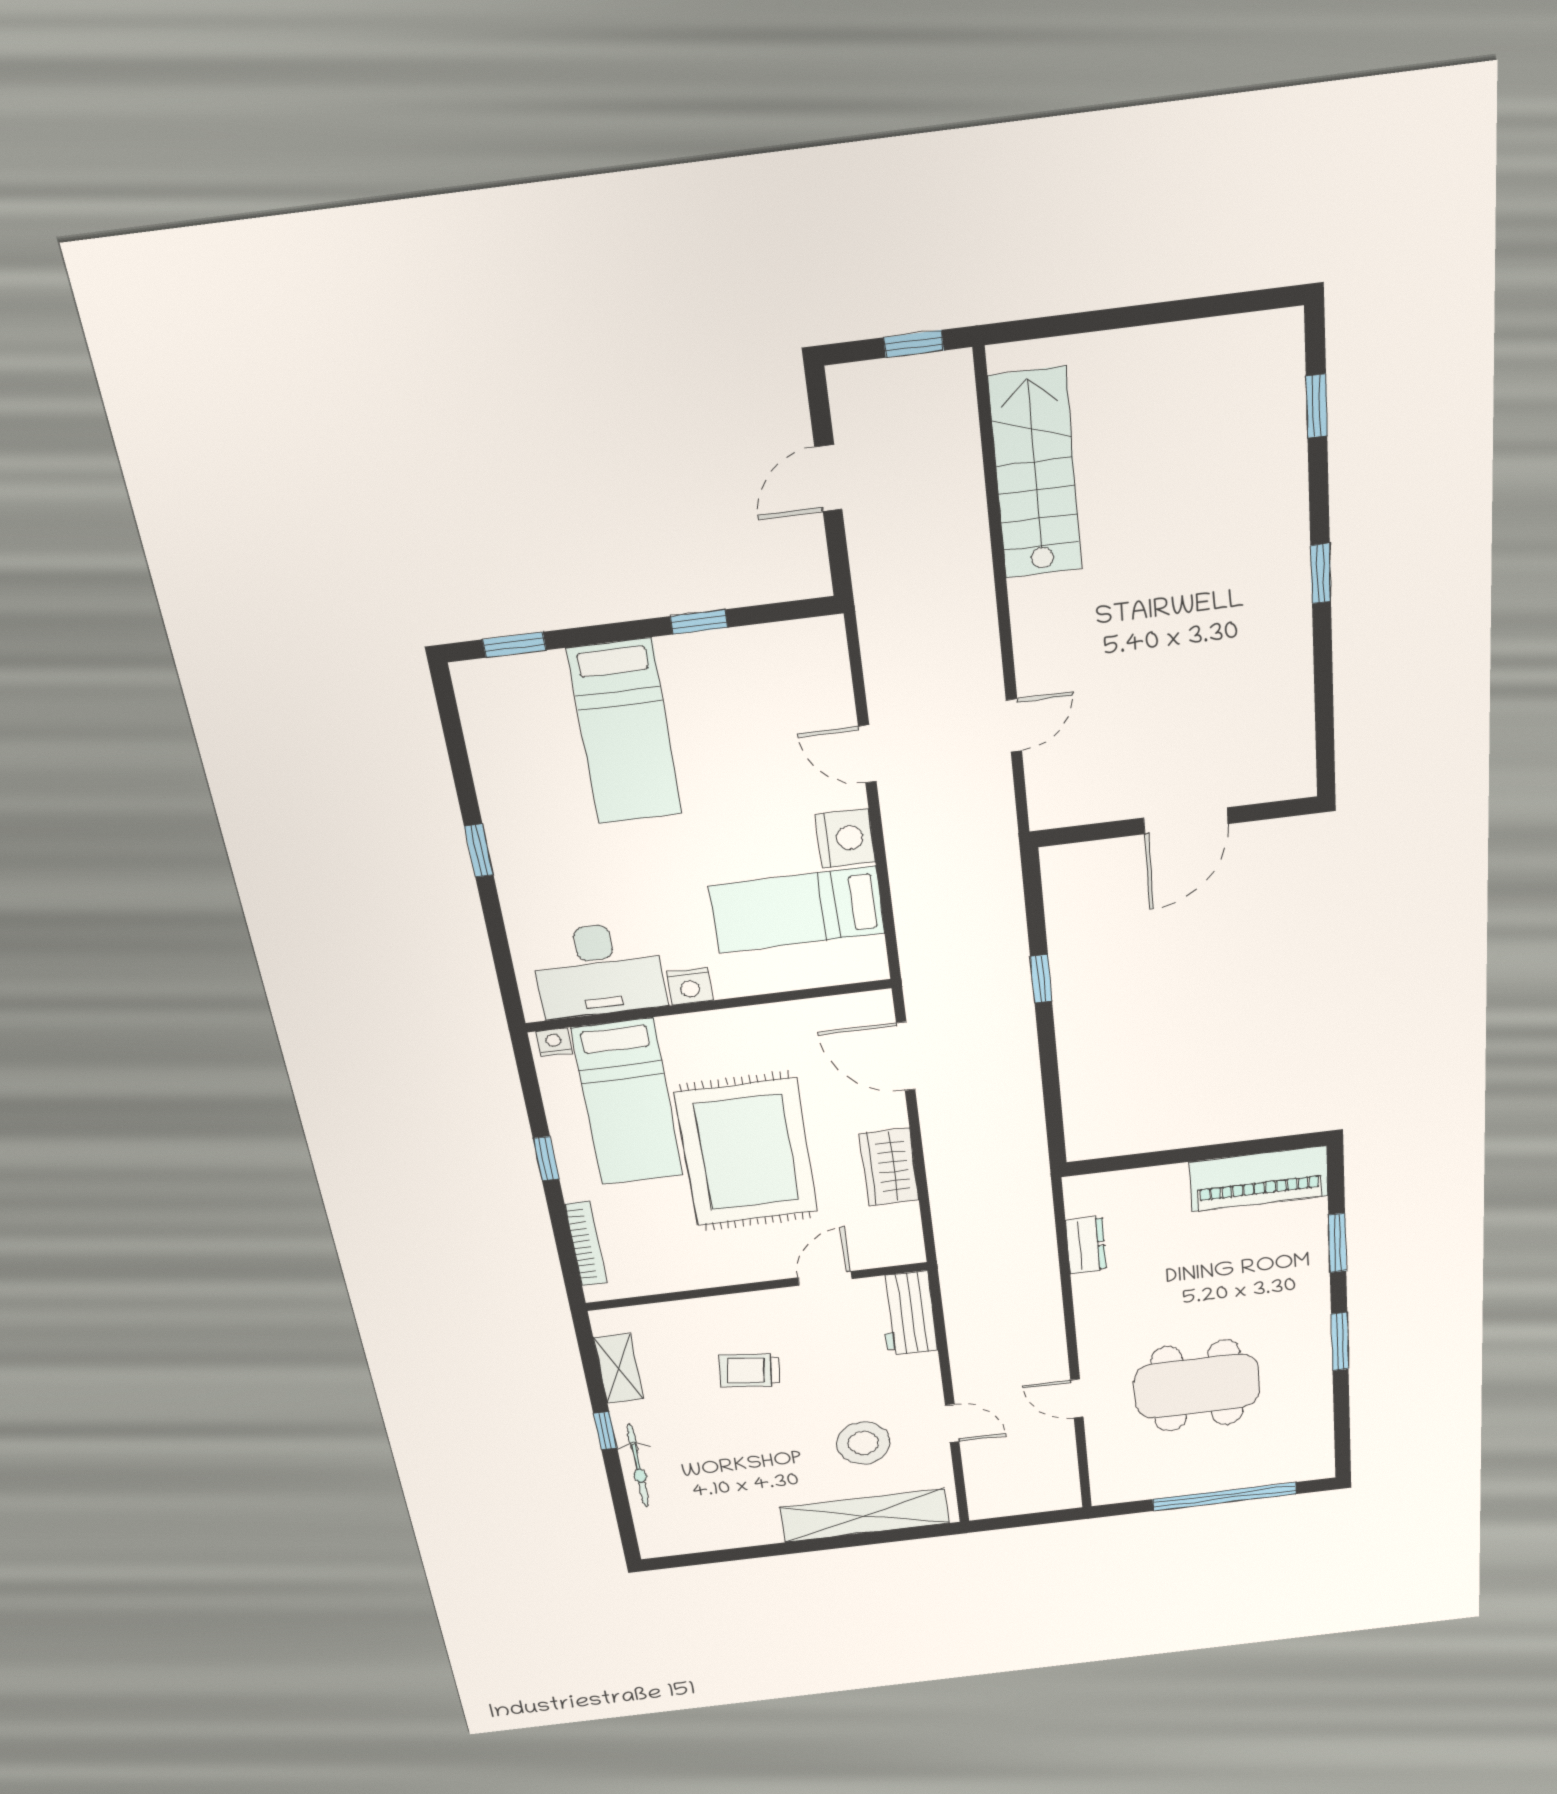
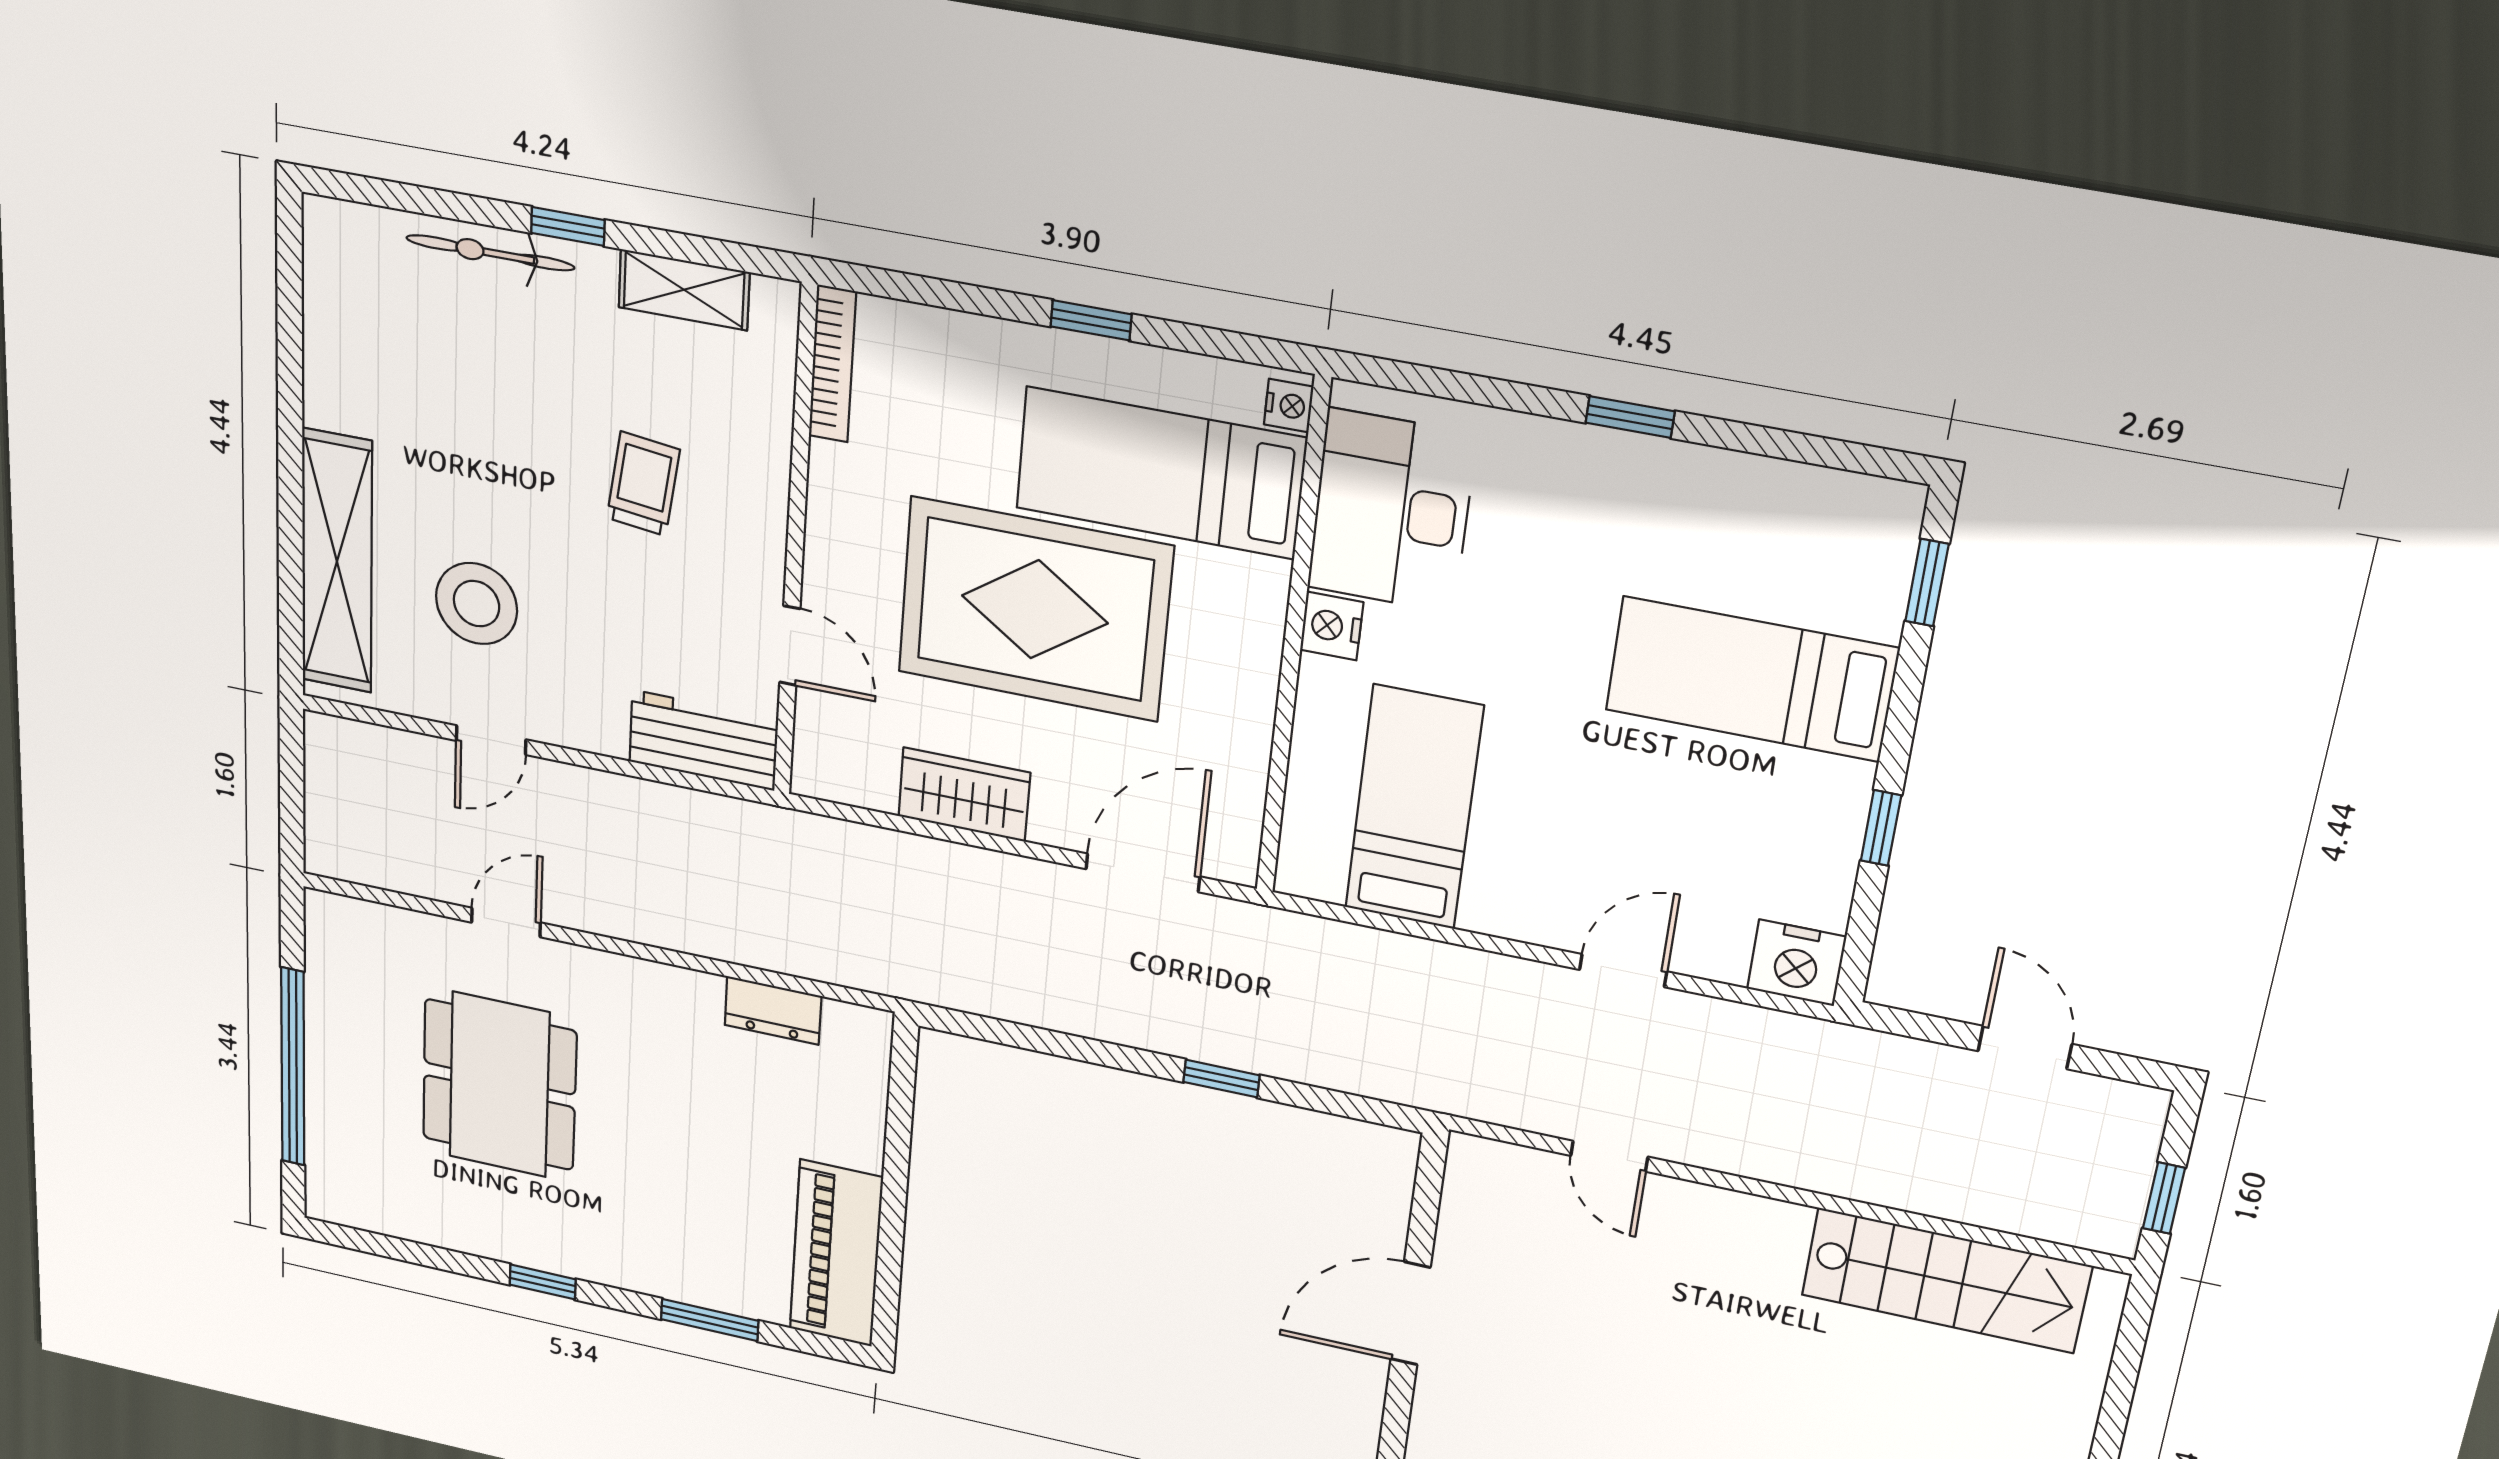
door: (1186, 821) -> (1411, 1313), hinge flipped
nightstand: (845, 838) -> (1797, 963), moved
bookcase: (586, 1244) -> (832, 364), moved, turned -90
window: (1340, 1342) -> (543, 1282), width x0.67

